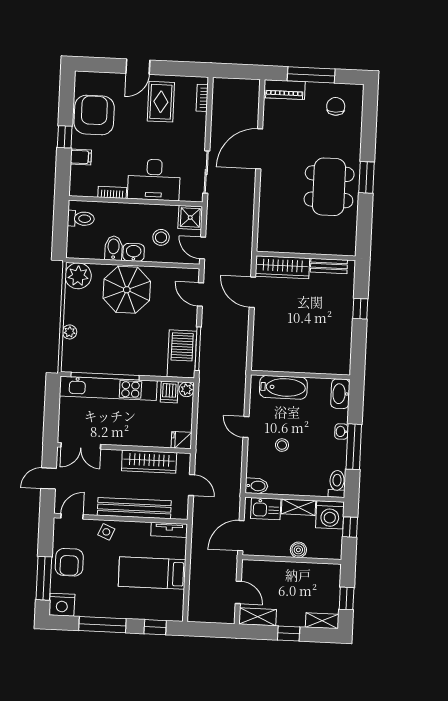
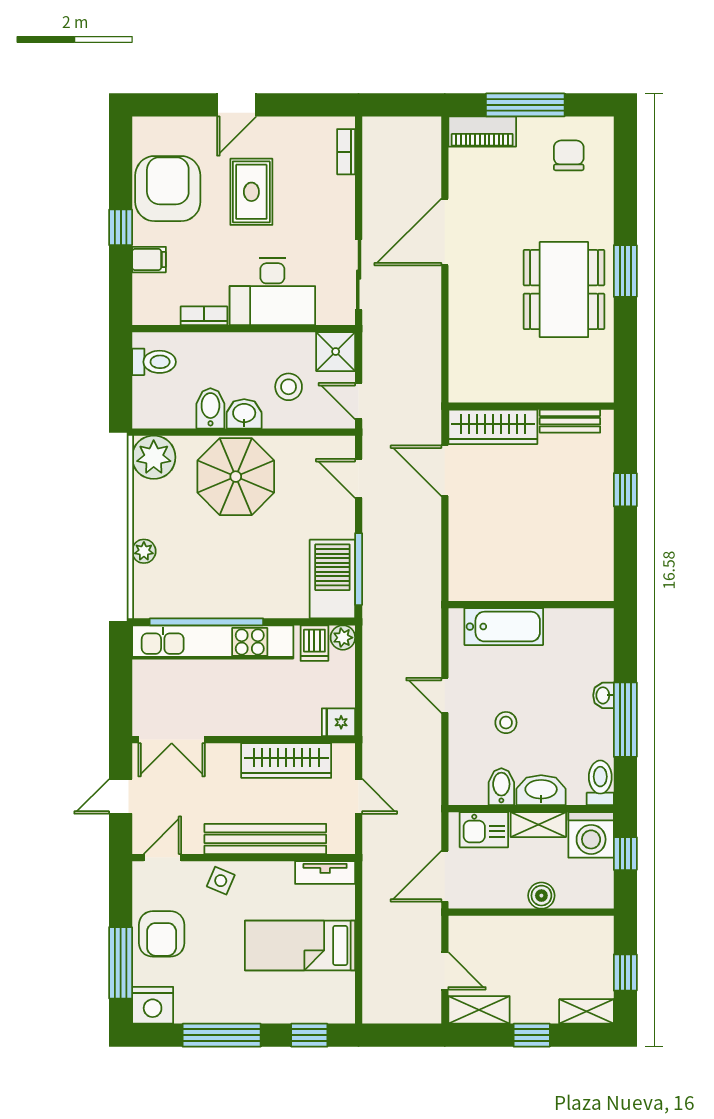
rug: (161, 102) -> (251, 192), moved
washbasin: (340, 394) -> (541, 790), moved, turned 90
bidet: (257, 486) -> (501, 787), moved, turned -90

